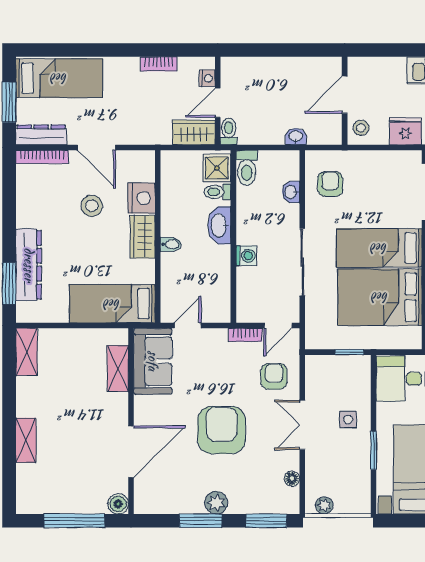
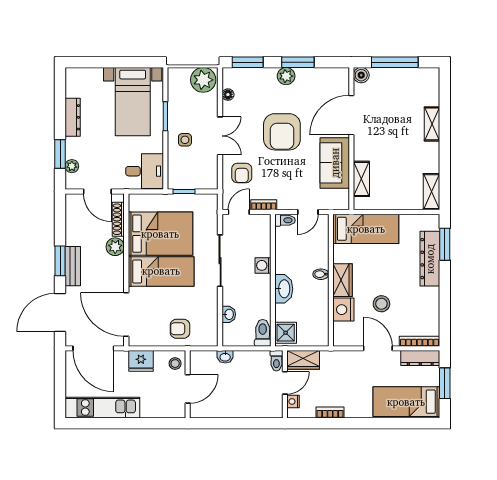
armchair: (330, 184) -> (180, 329), moved, turned 90
toilet: (217, 192) -> (285, 220), moved
sofa: (153, 361) -> (335, 163), moved
plant: (324, 505) -> (203, 80), width x1.87, depth x1.87

